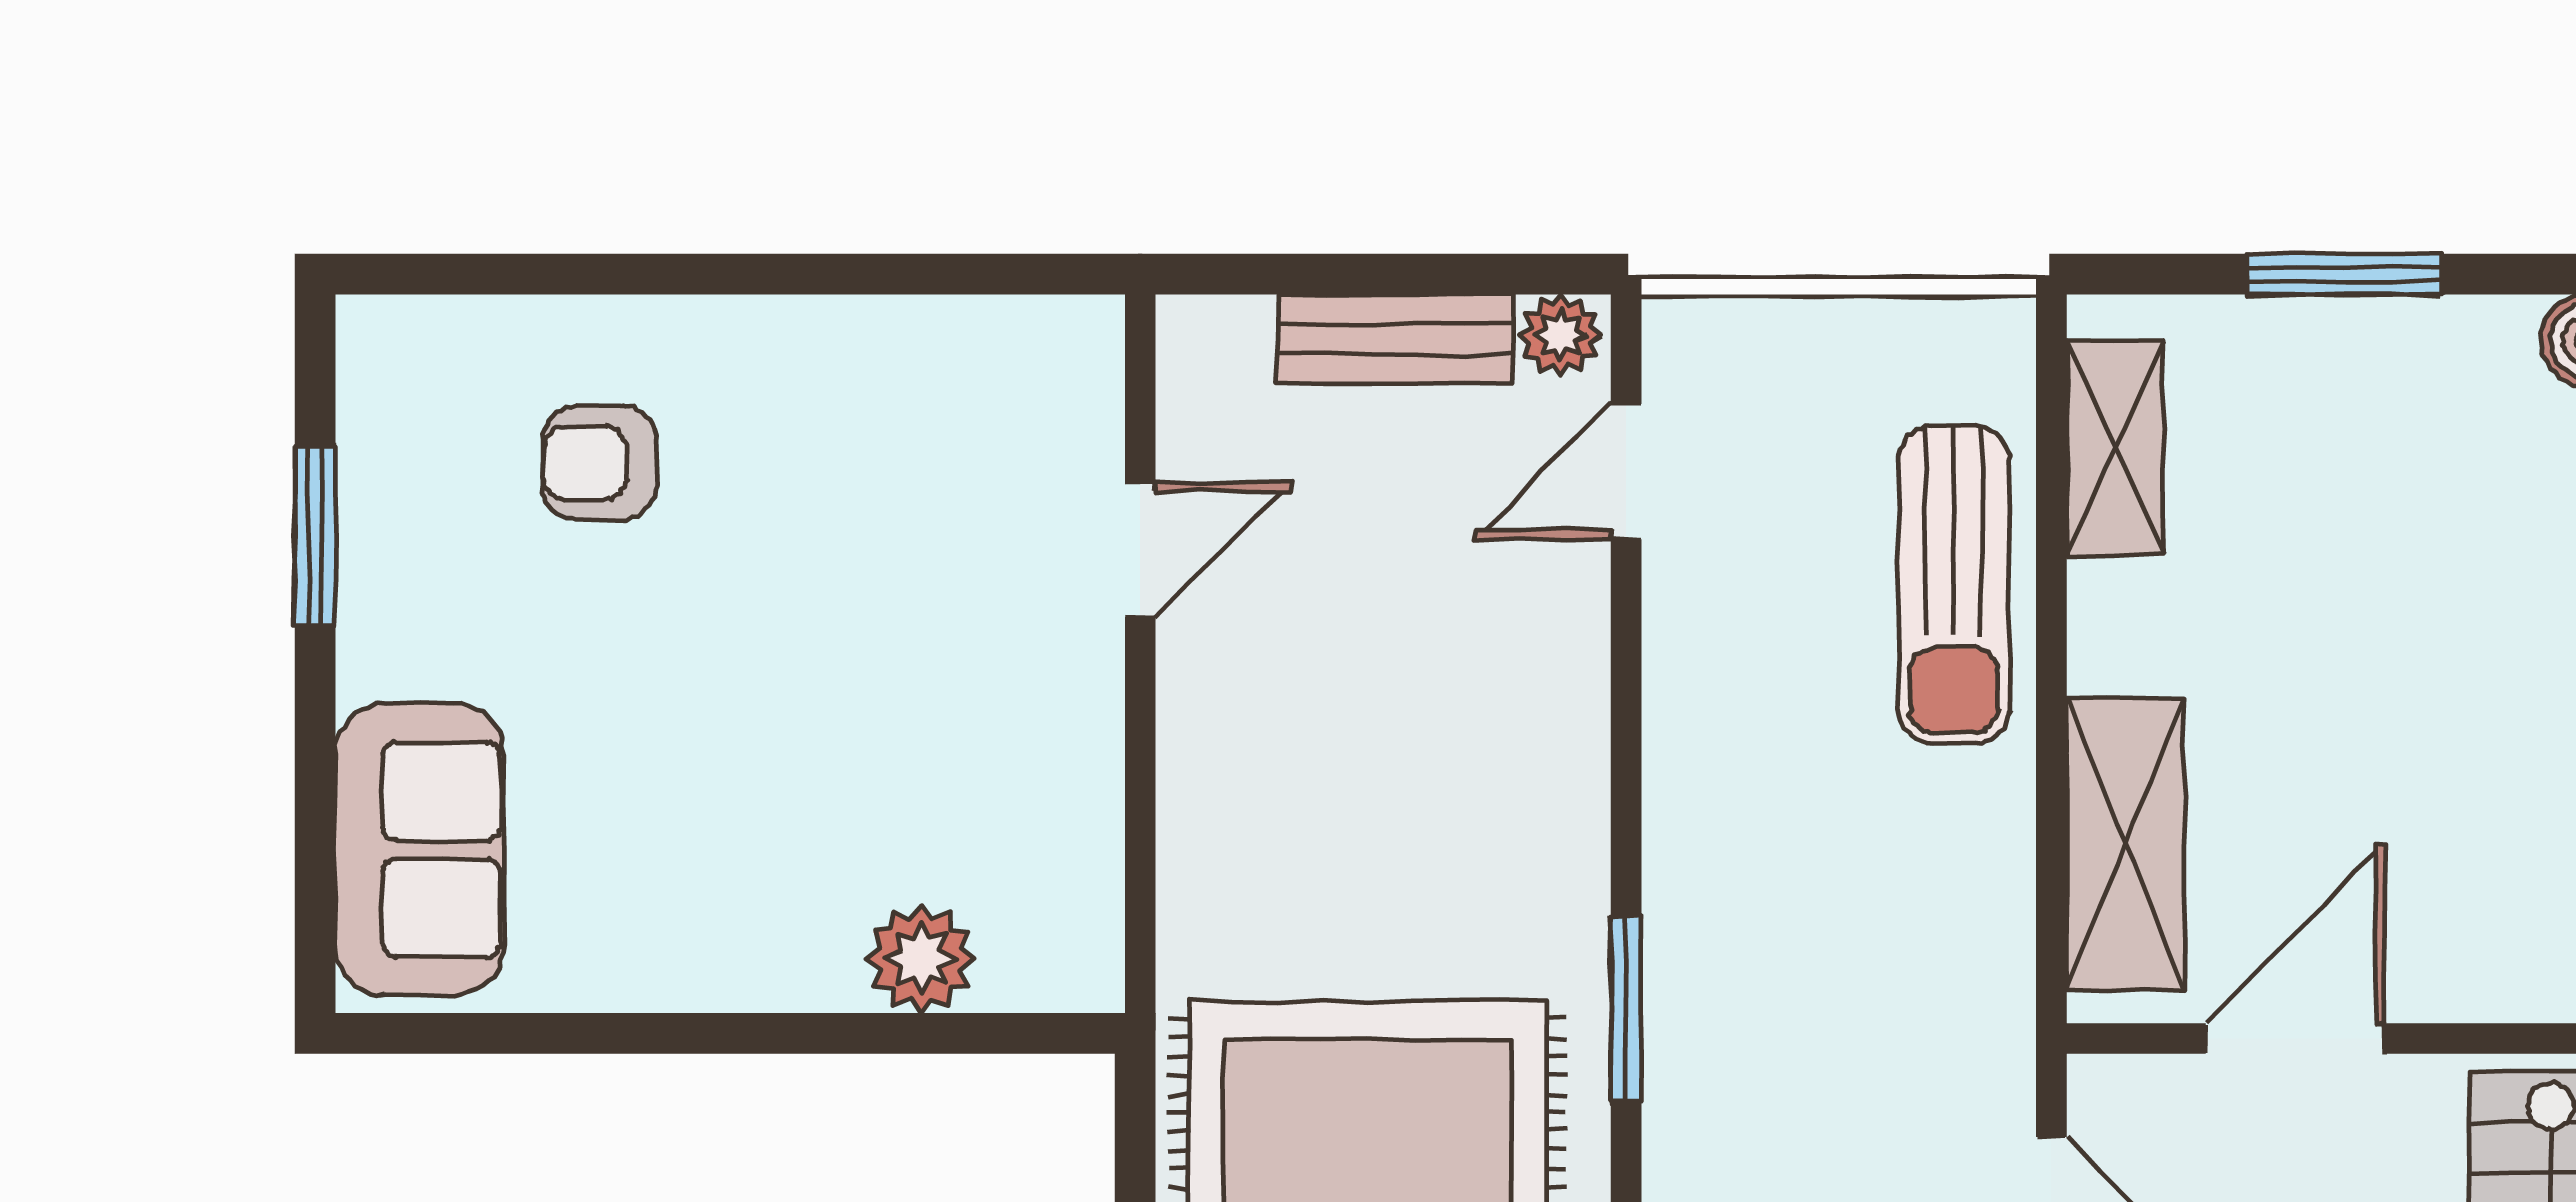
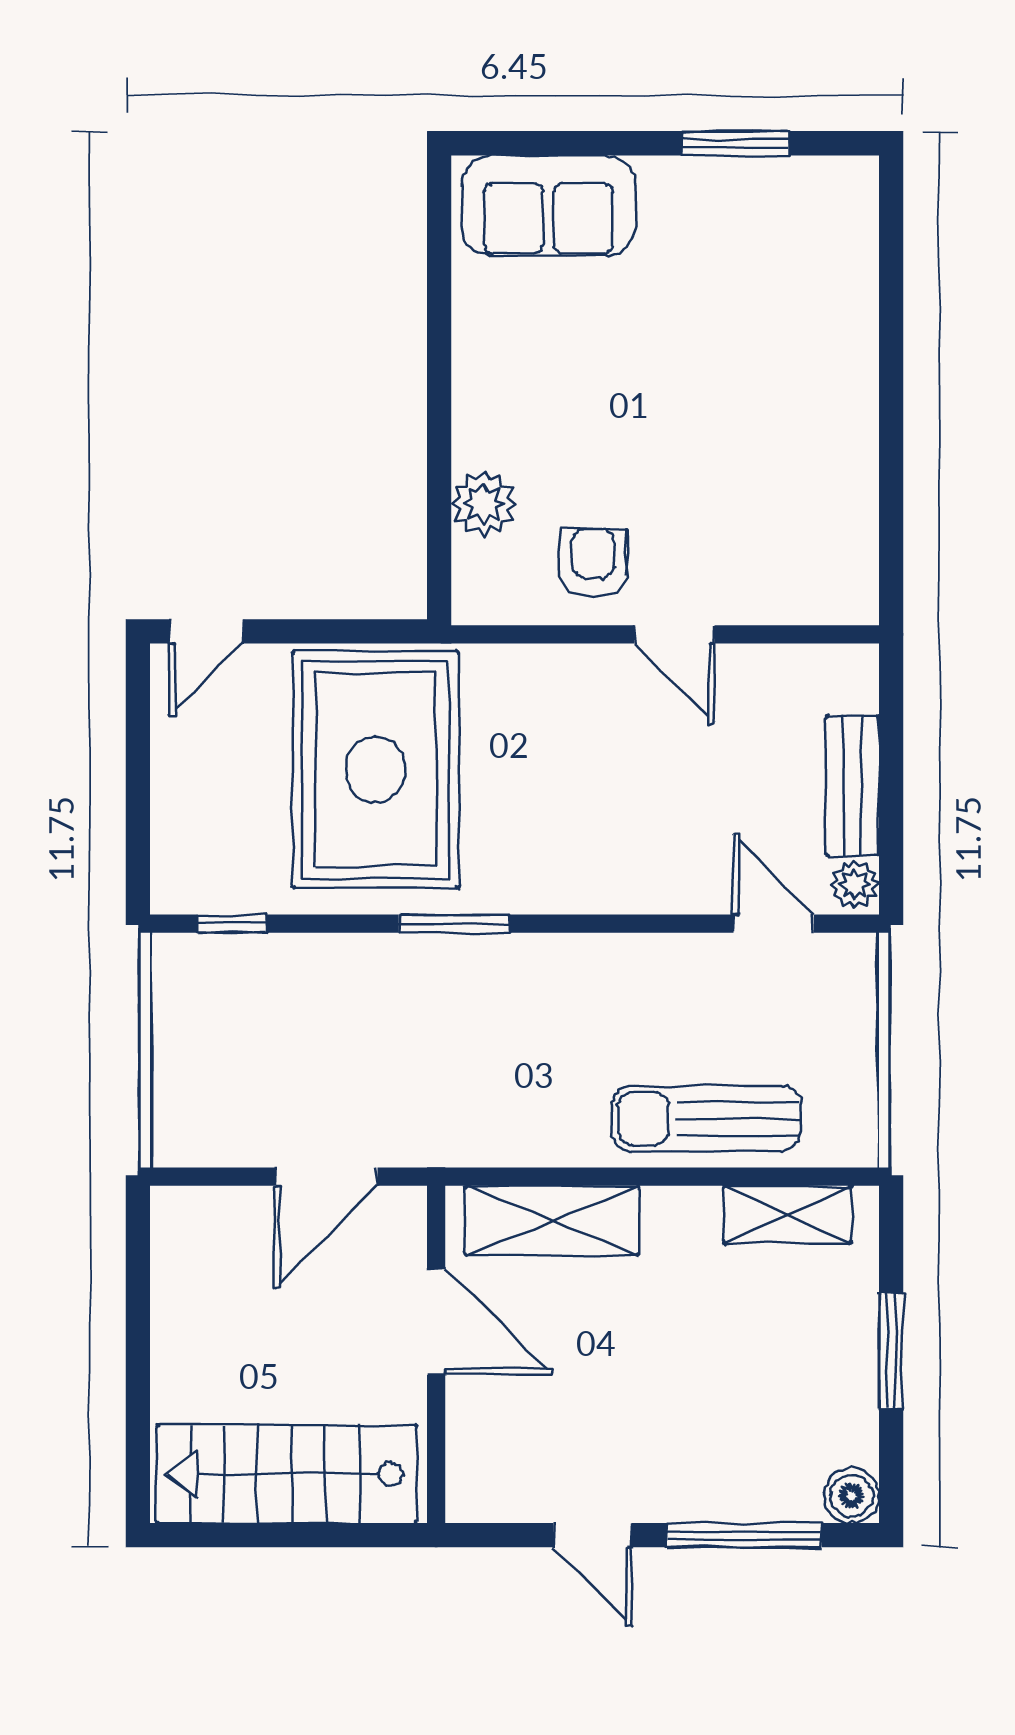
armchair: (599, 463) -> (593, 563), moved
door: (1140, 550) -> (674, 634), moved

